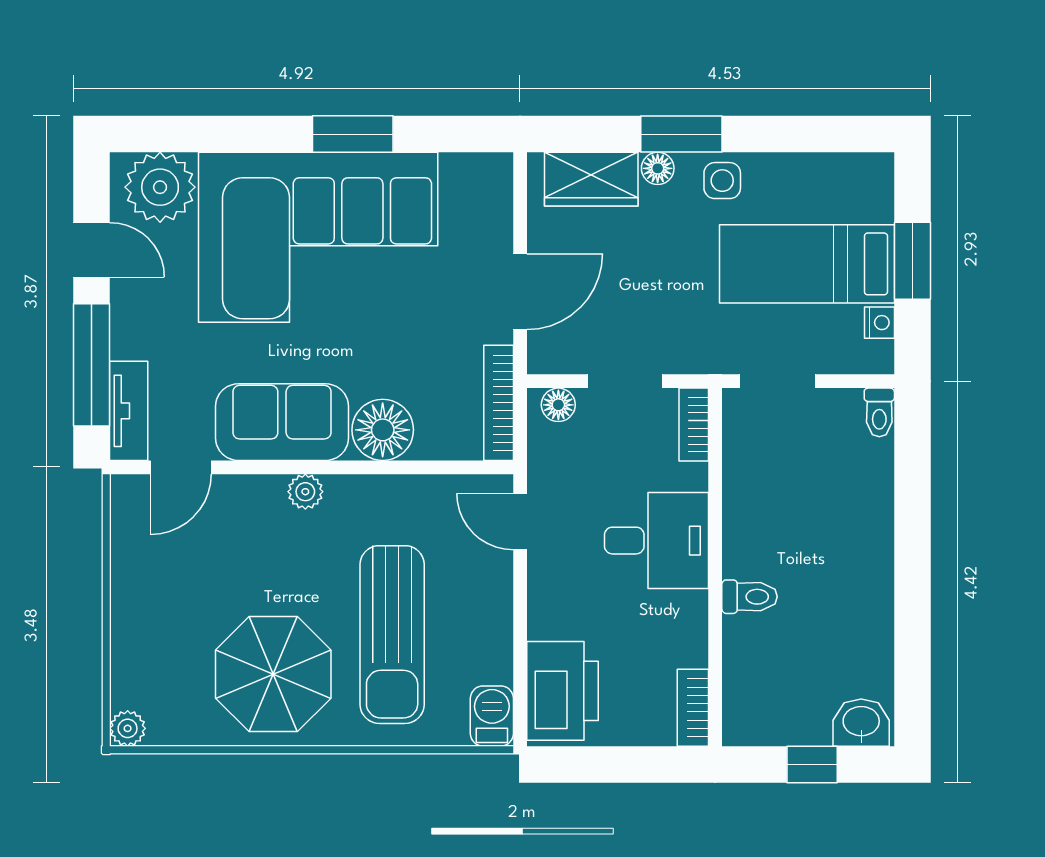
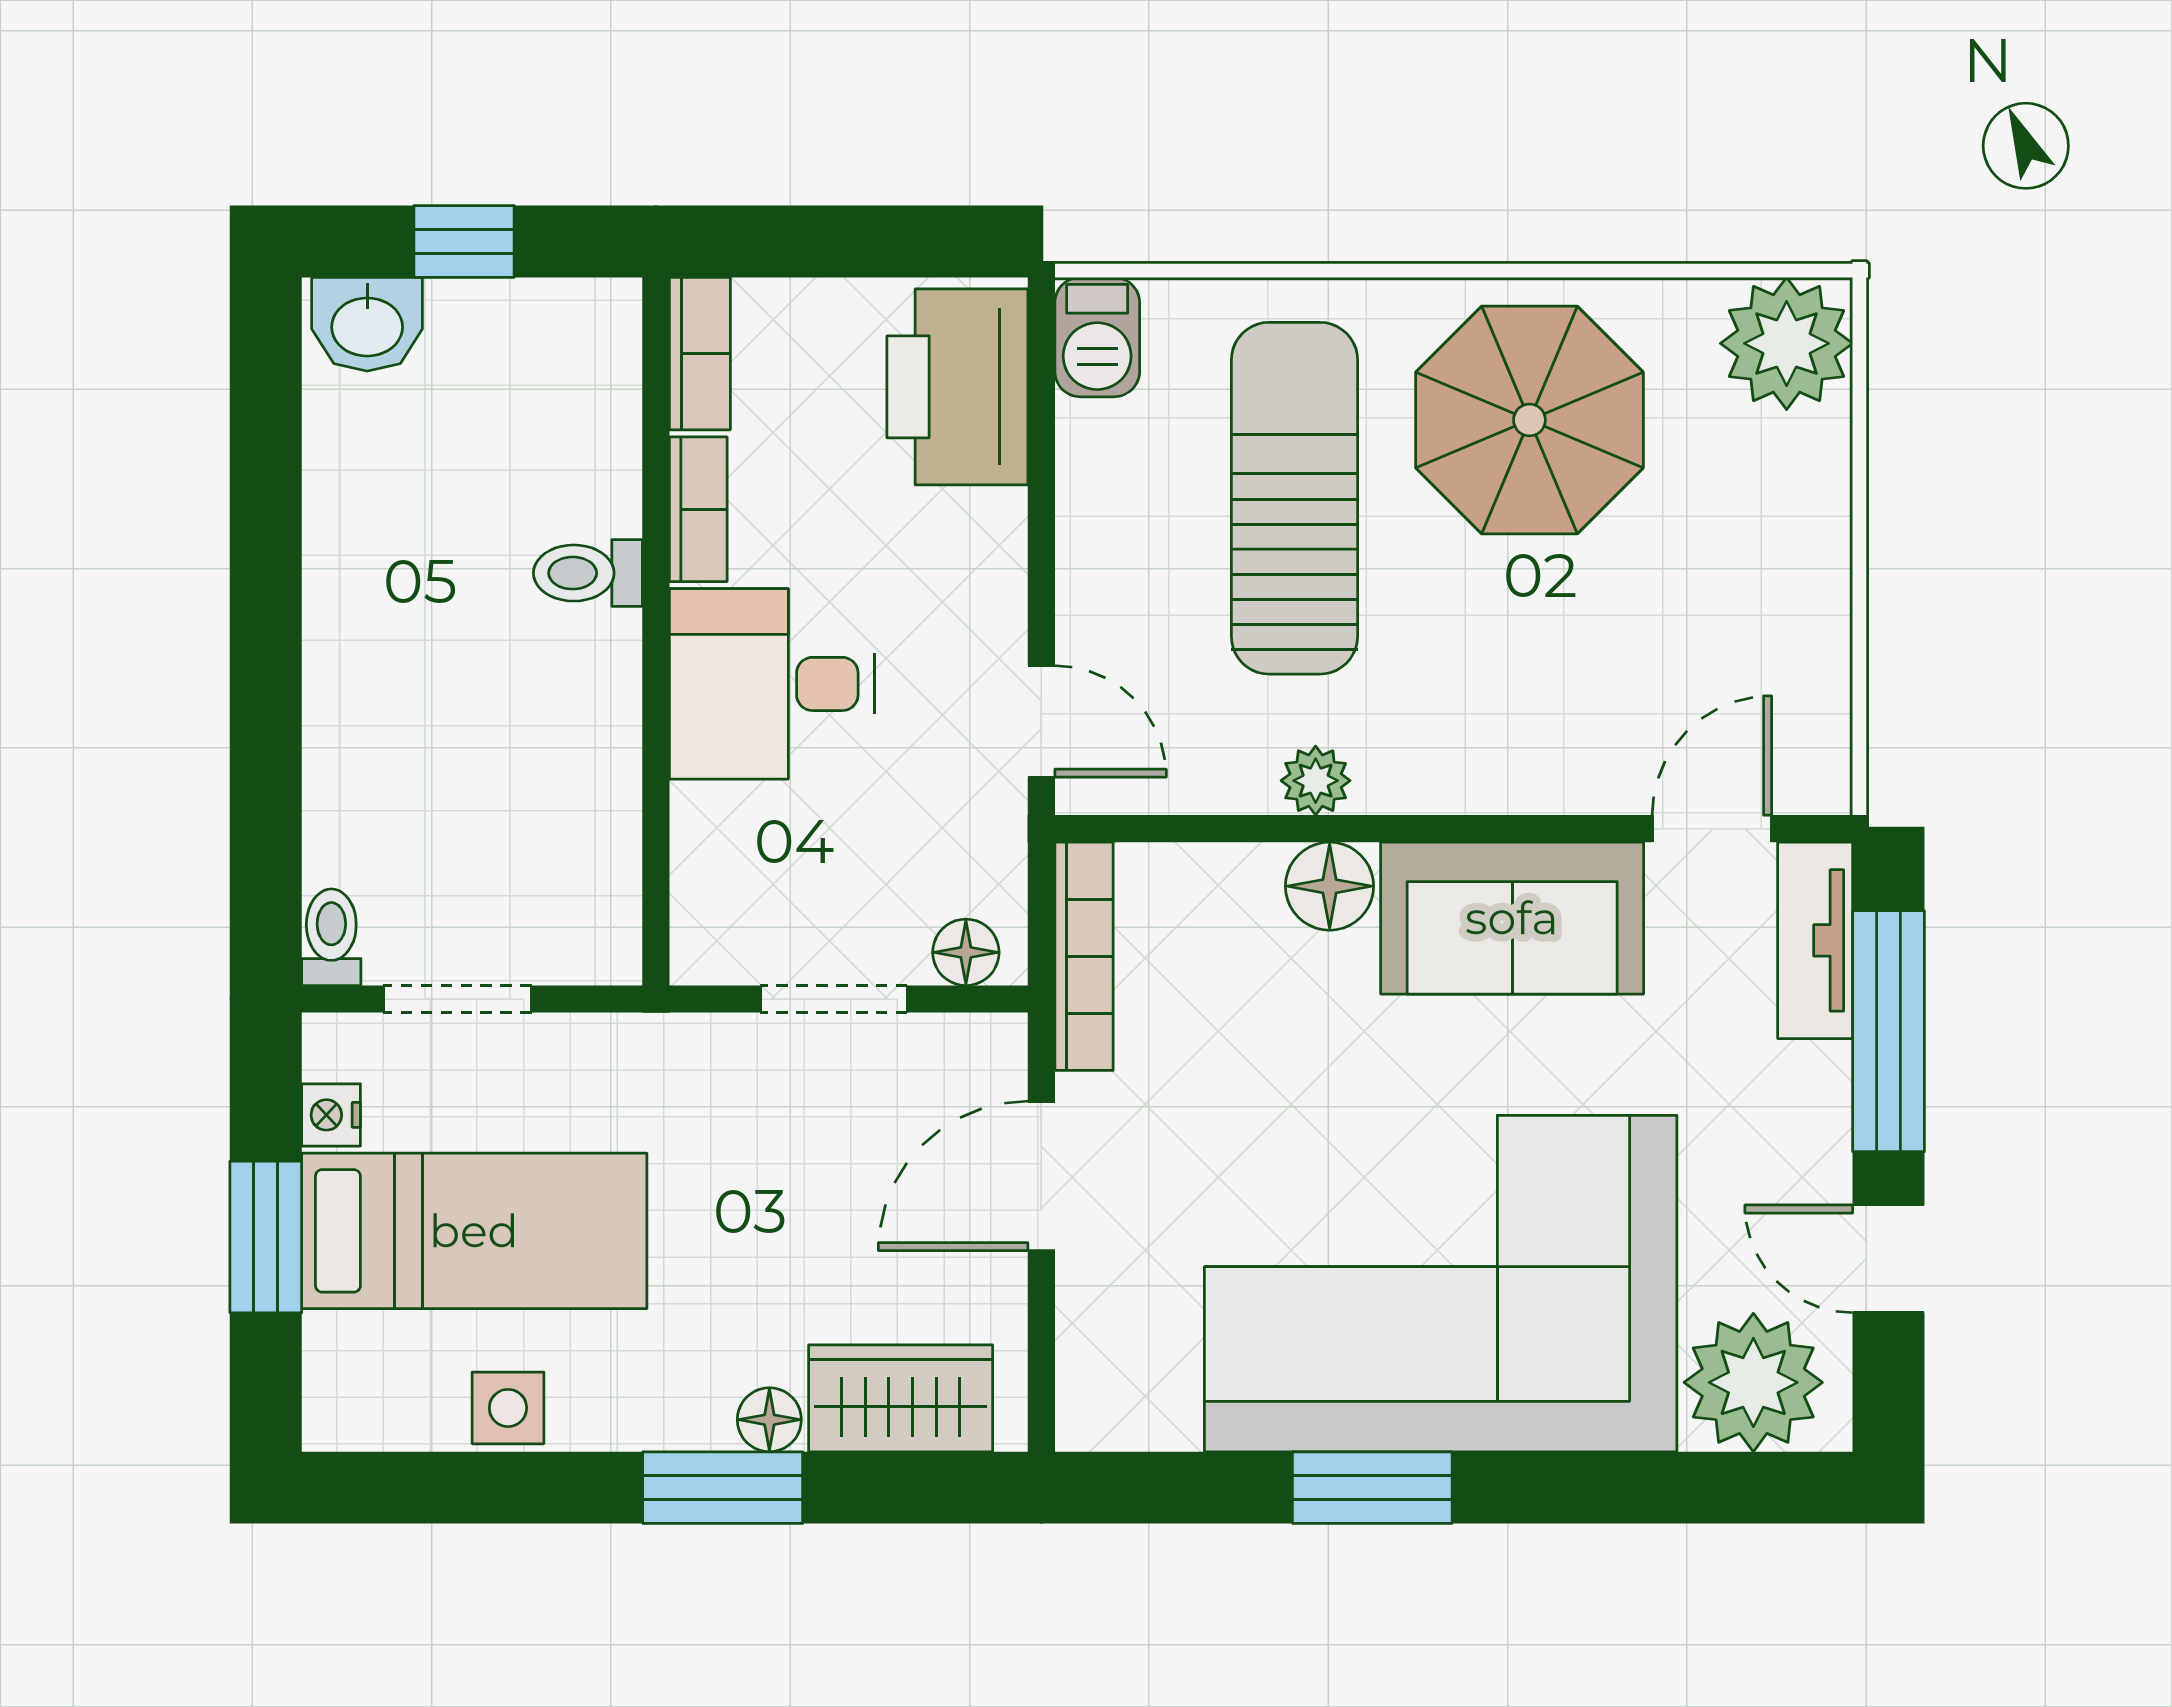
side table: (722, 181) -> (508, 1408), moved
doorway: (778, 381) -> (457, 999), moved
bookcase: (694, 425) -> (698, 509), moved
floor lamp: (383, 430) -> (1330, 886), width x0.73, depth x0.73
plant: (305, 492) -> (1316, 781), moved
plant: (128, 728) -> (1787, 343), width x1.88, depth x1.88

